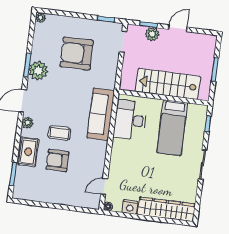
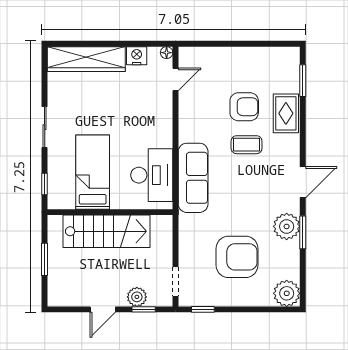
plant: (41, 18) -> (287, 293), width x1.88, depth x1.88
plant: (28, 123) -> (292, 153), removed

